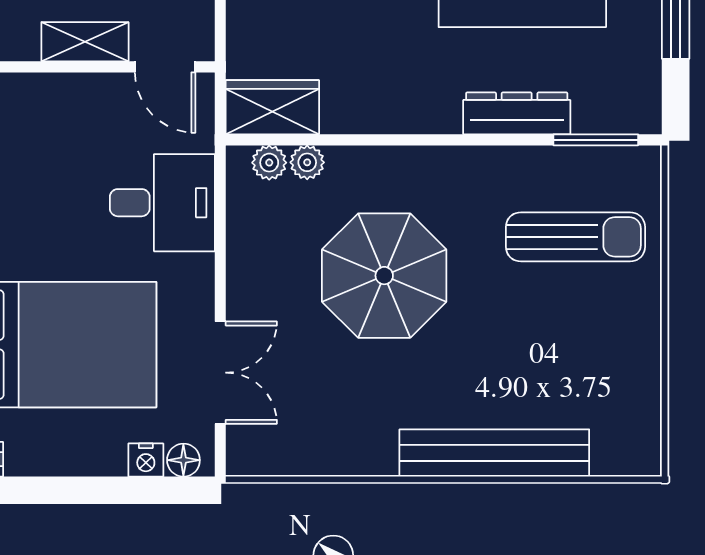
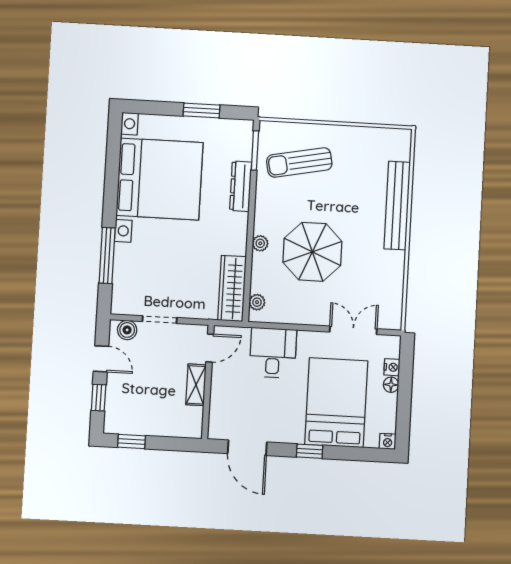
wardrobe: (272, 107) -> (232, 288), width x1.50
plant: (307, 162) -> (260, 243), moved
sun lounger: (575, 237) -> (299, 162), turned -101
floor lamp: (183, 460) -> (391, 385), moved

